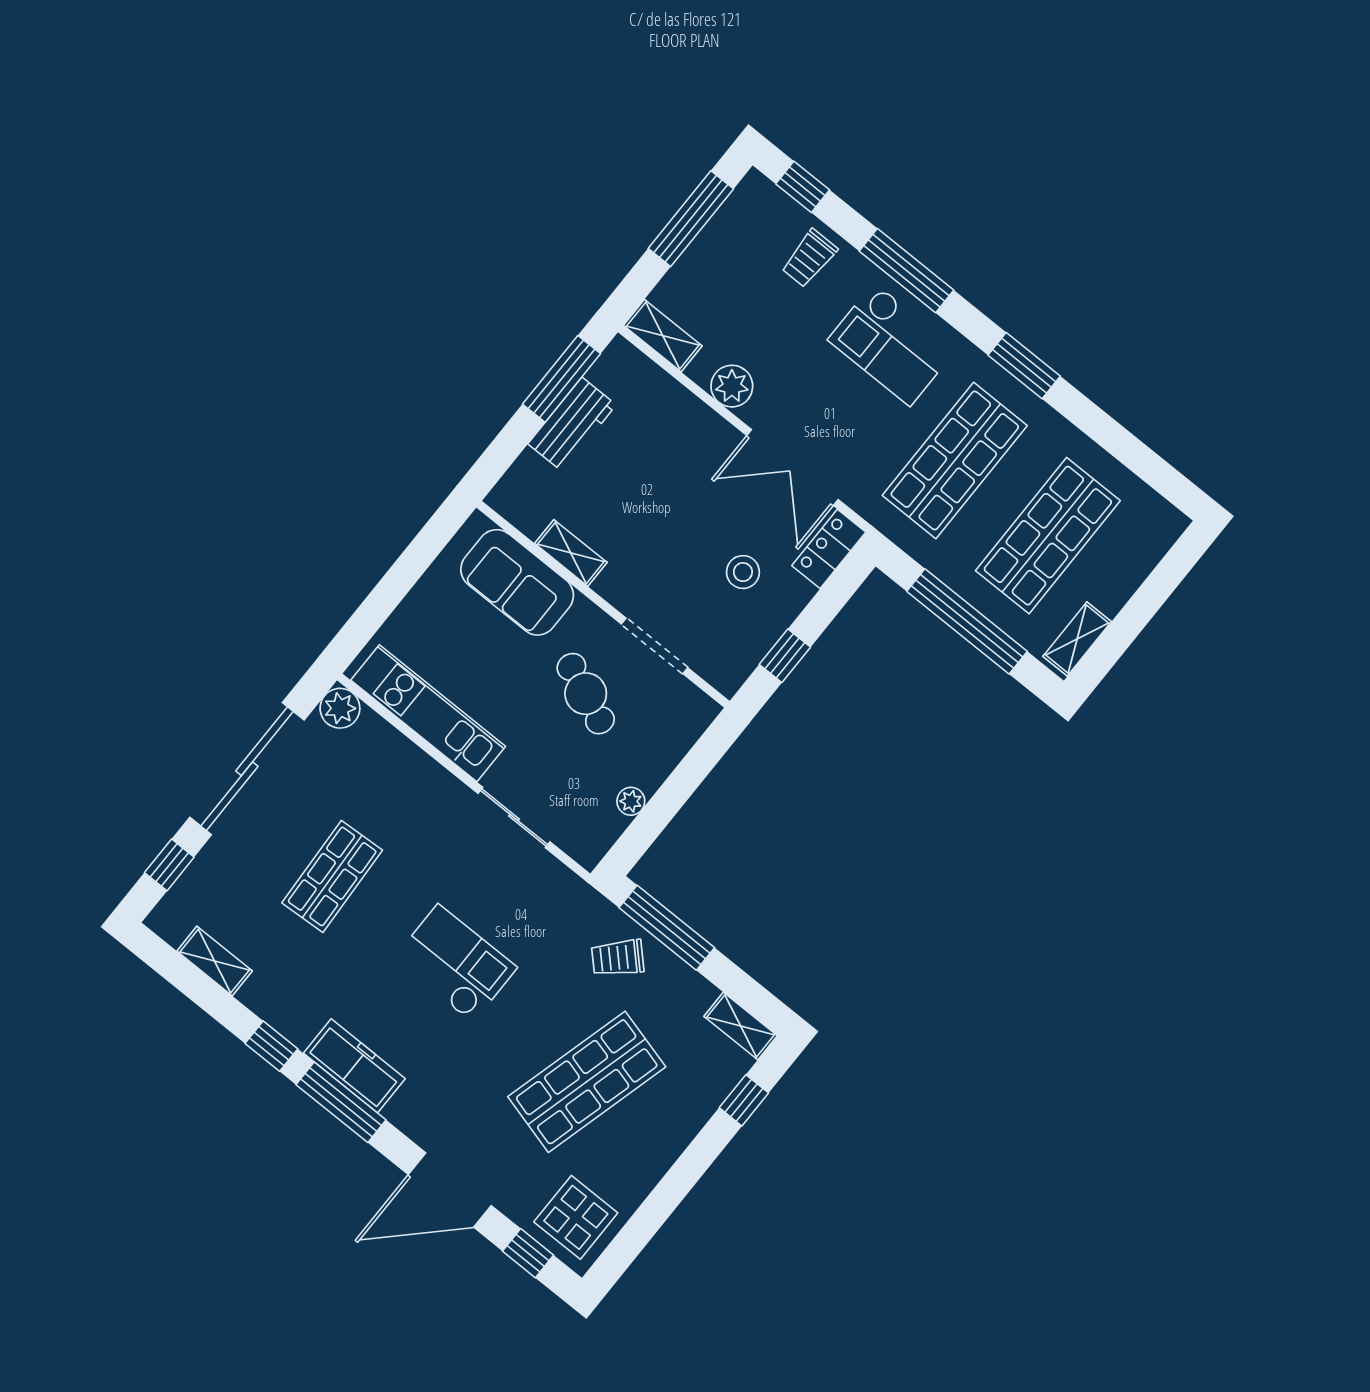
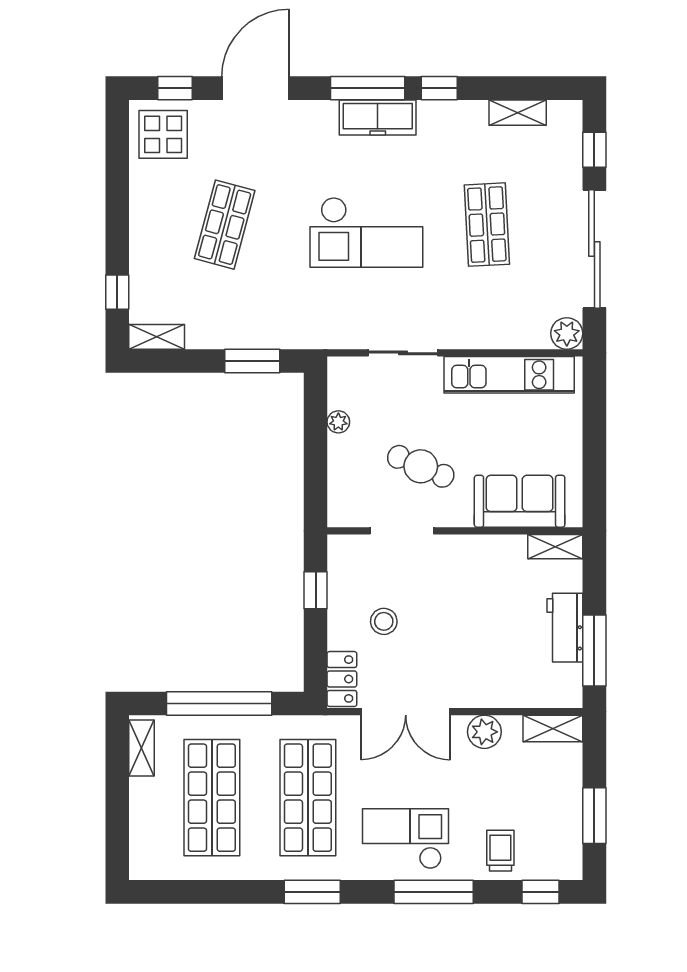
window: (691, 219) -> (594, 816), width x0.69
double door: (793, 467) -> (406, 712), swing flipped
shelving: (571, 553) -> (555, 547), moved
window: (667, 928) -> (252, 361), width x0.69
trolley: (618, 958) -> (268, 317), removed
checkout: (455, 963) -> (366, 232), width x1.36, depth x1.21
shop shelf: (587, 1082) -> (225, 225), width x0.70, depth x0.74

